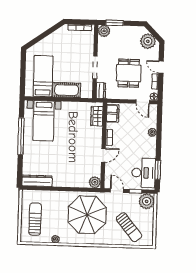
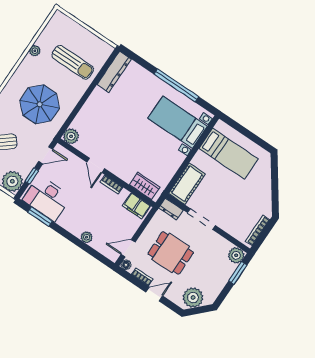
cot: (67, 90) -> (187, 184), moved
parasol: (87, 215) -> (40, 104), width x0.73, depth x0.73
sun lounger: (35, 219) -> (73, 62), moved

